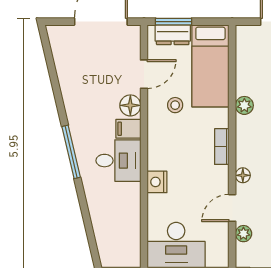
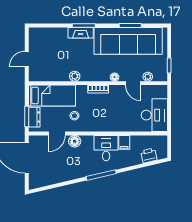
door: (144, 74) -> (57, 133), swing flipped
filing cabinet: (128, 129) -> (124, 142), moved
nightstand: (157, 182) -> (118, 126), removed
printer: (105, 235) -> (149, 155), added

